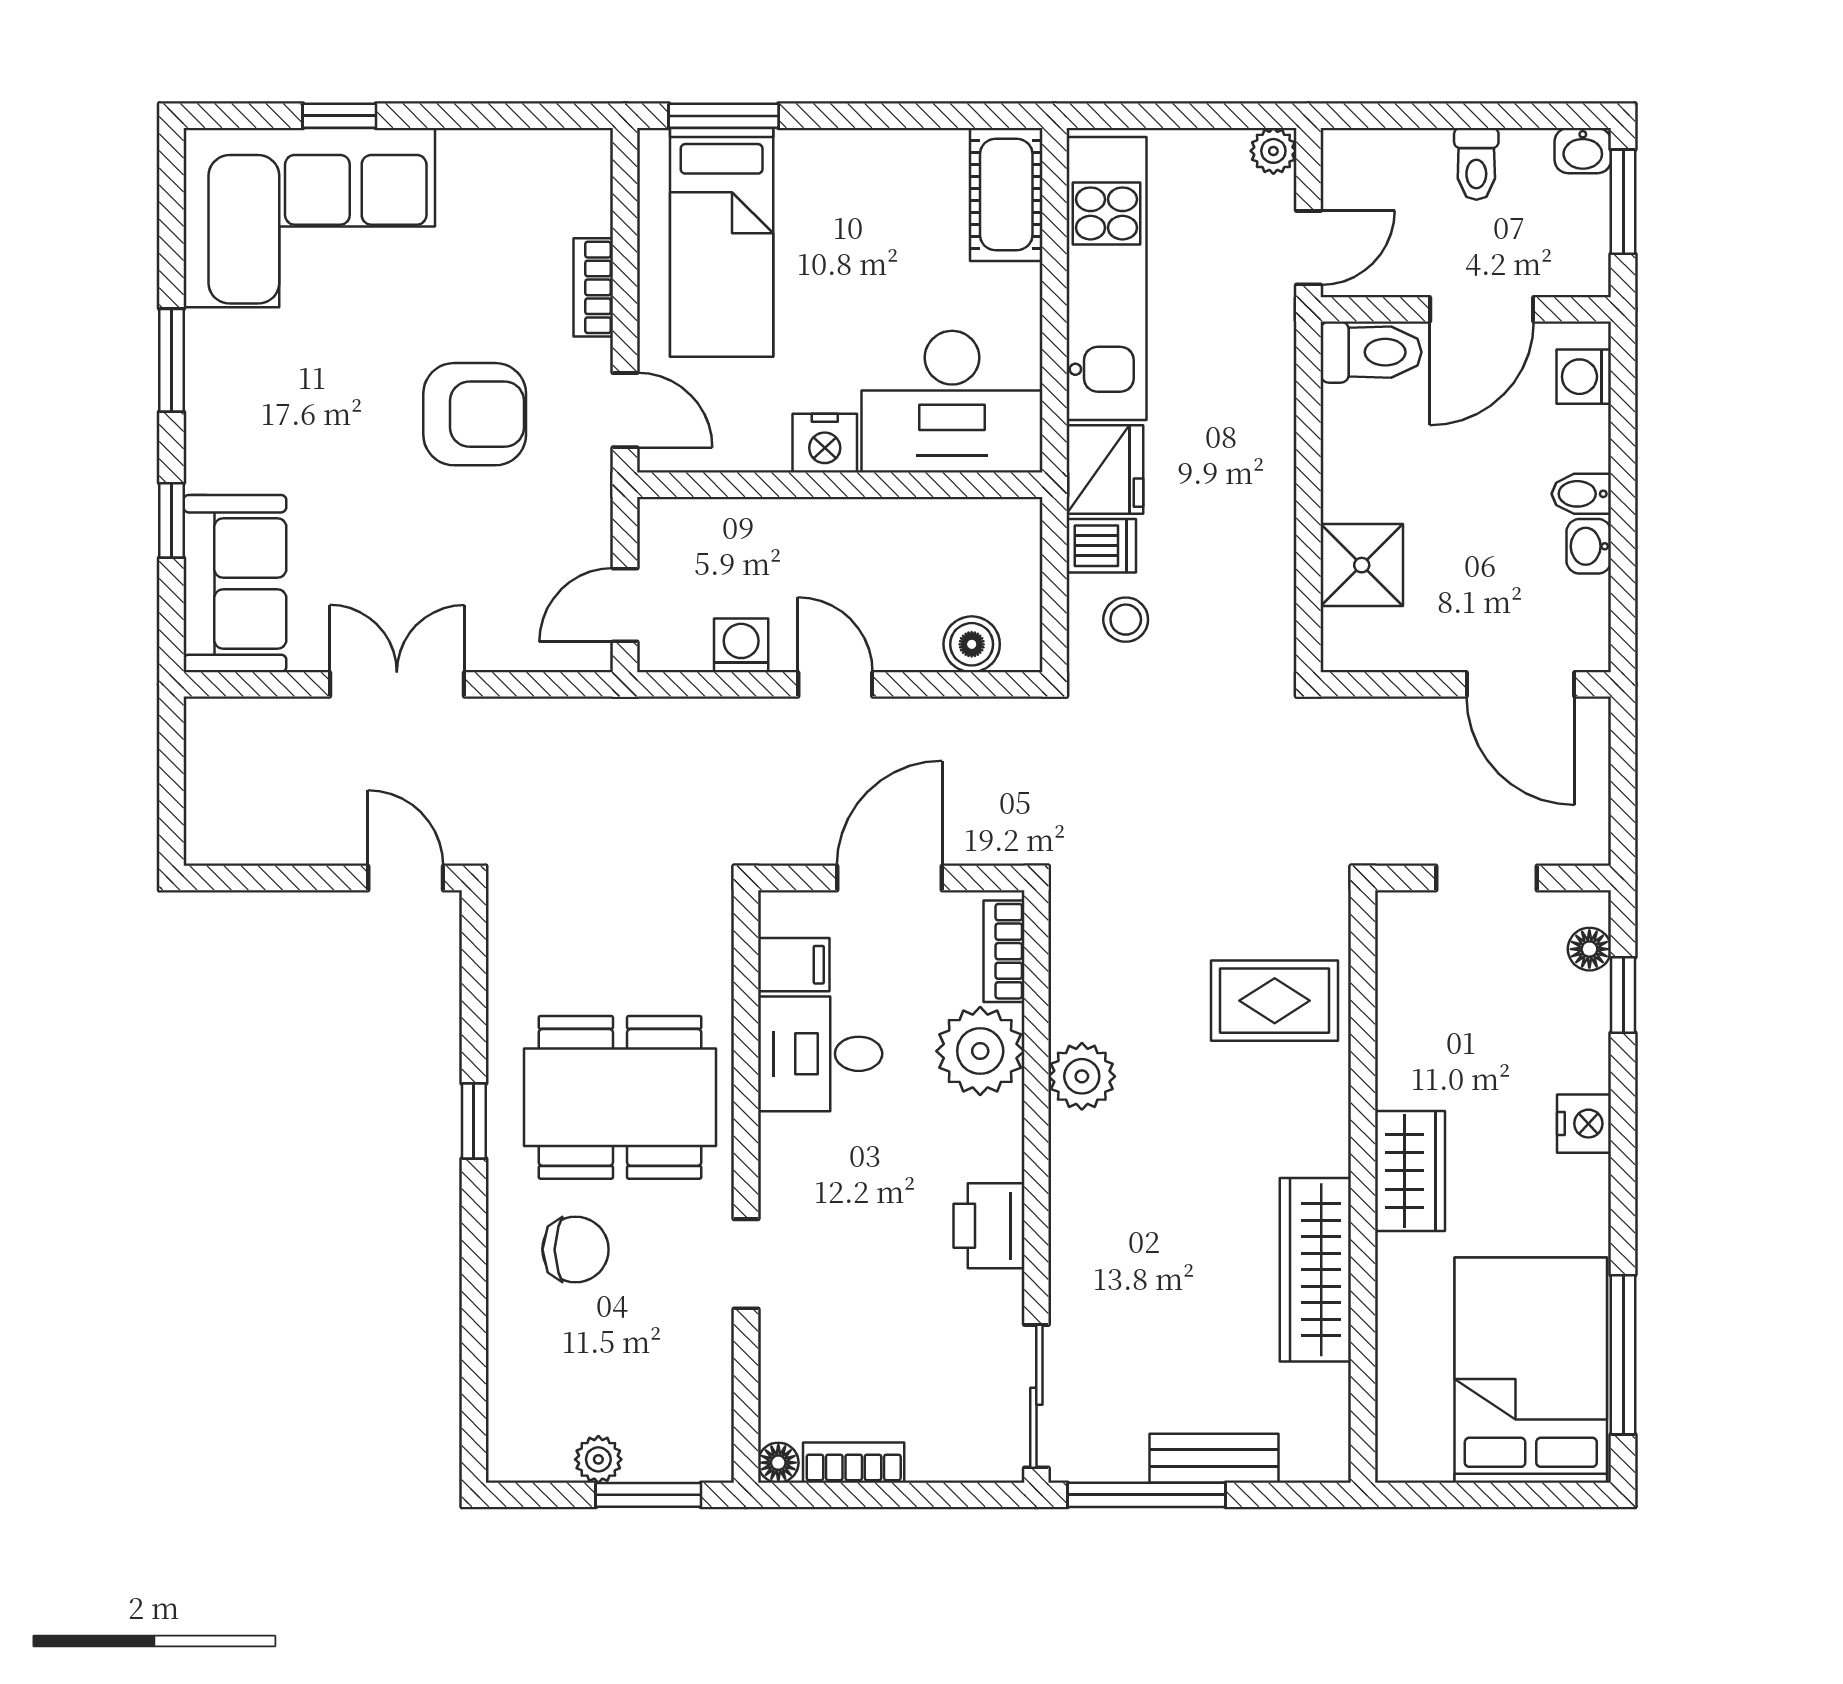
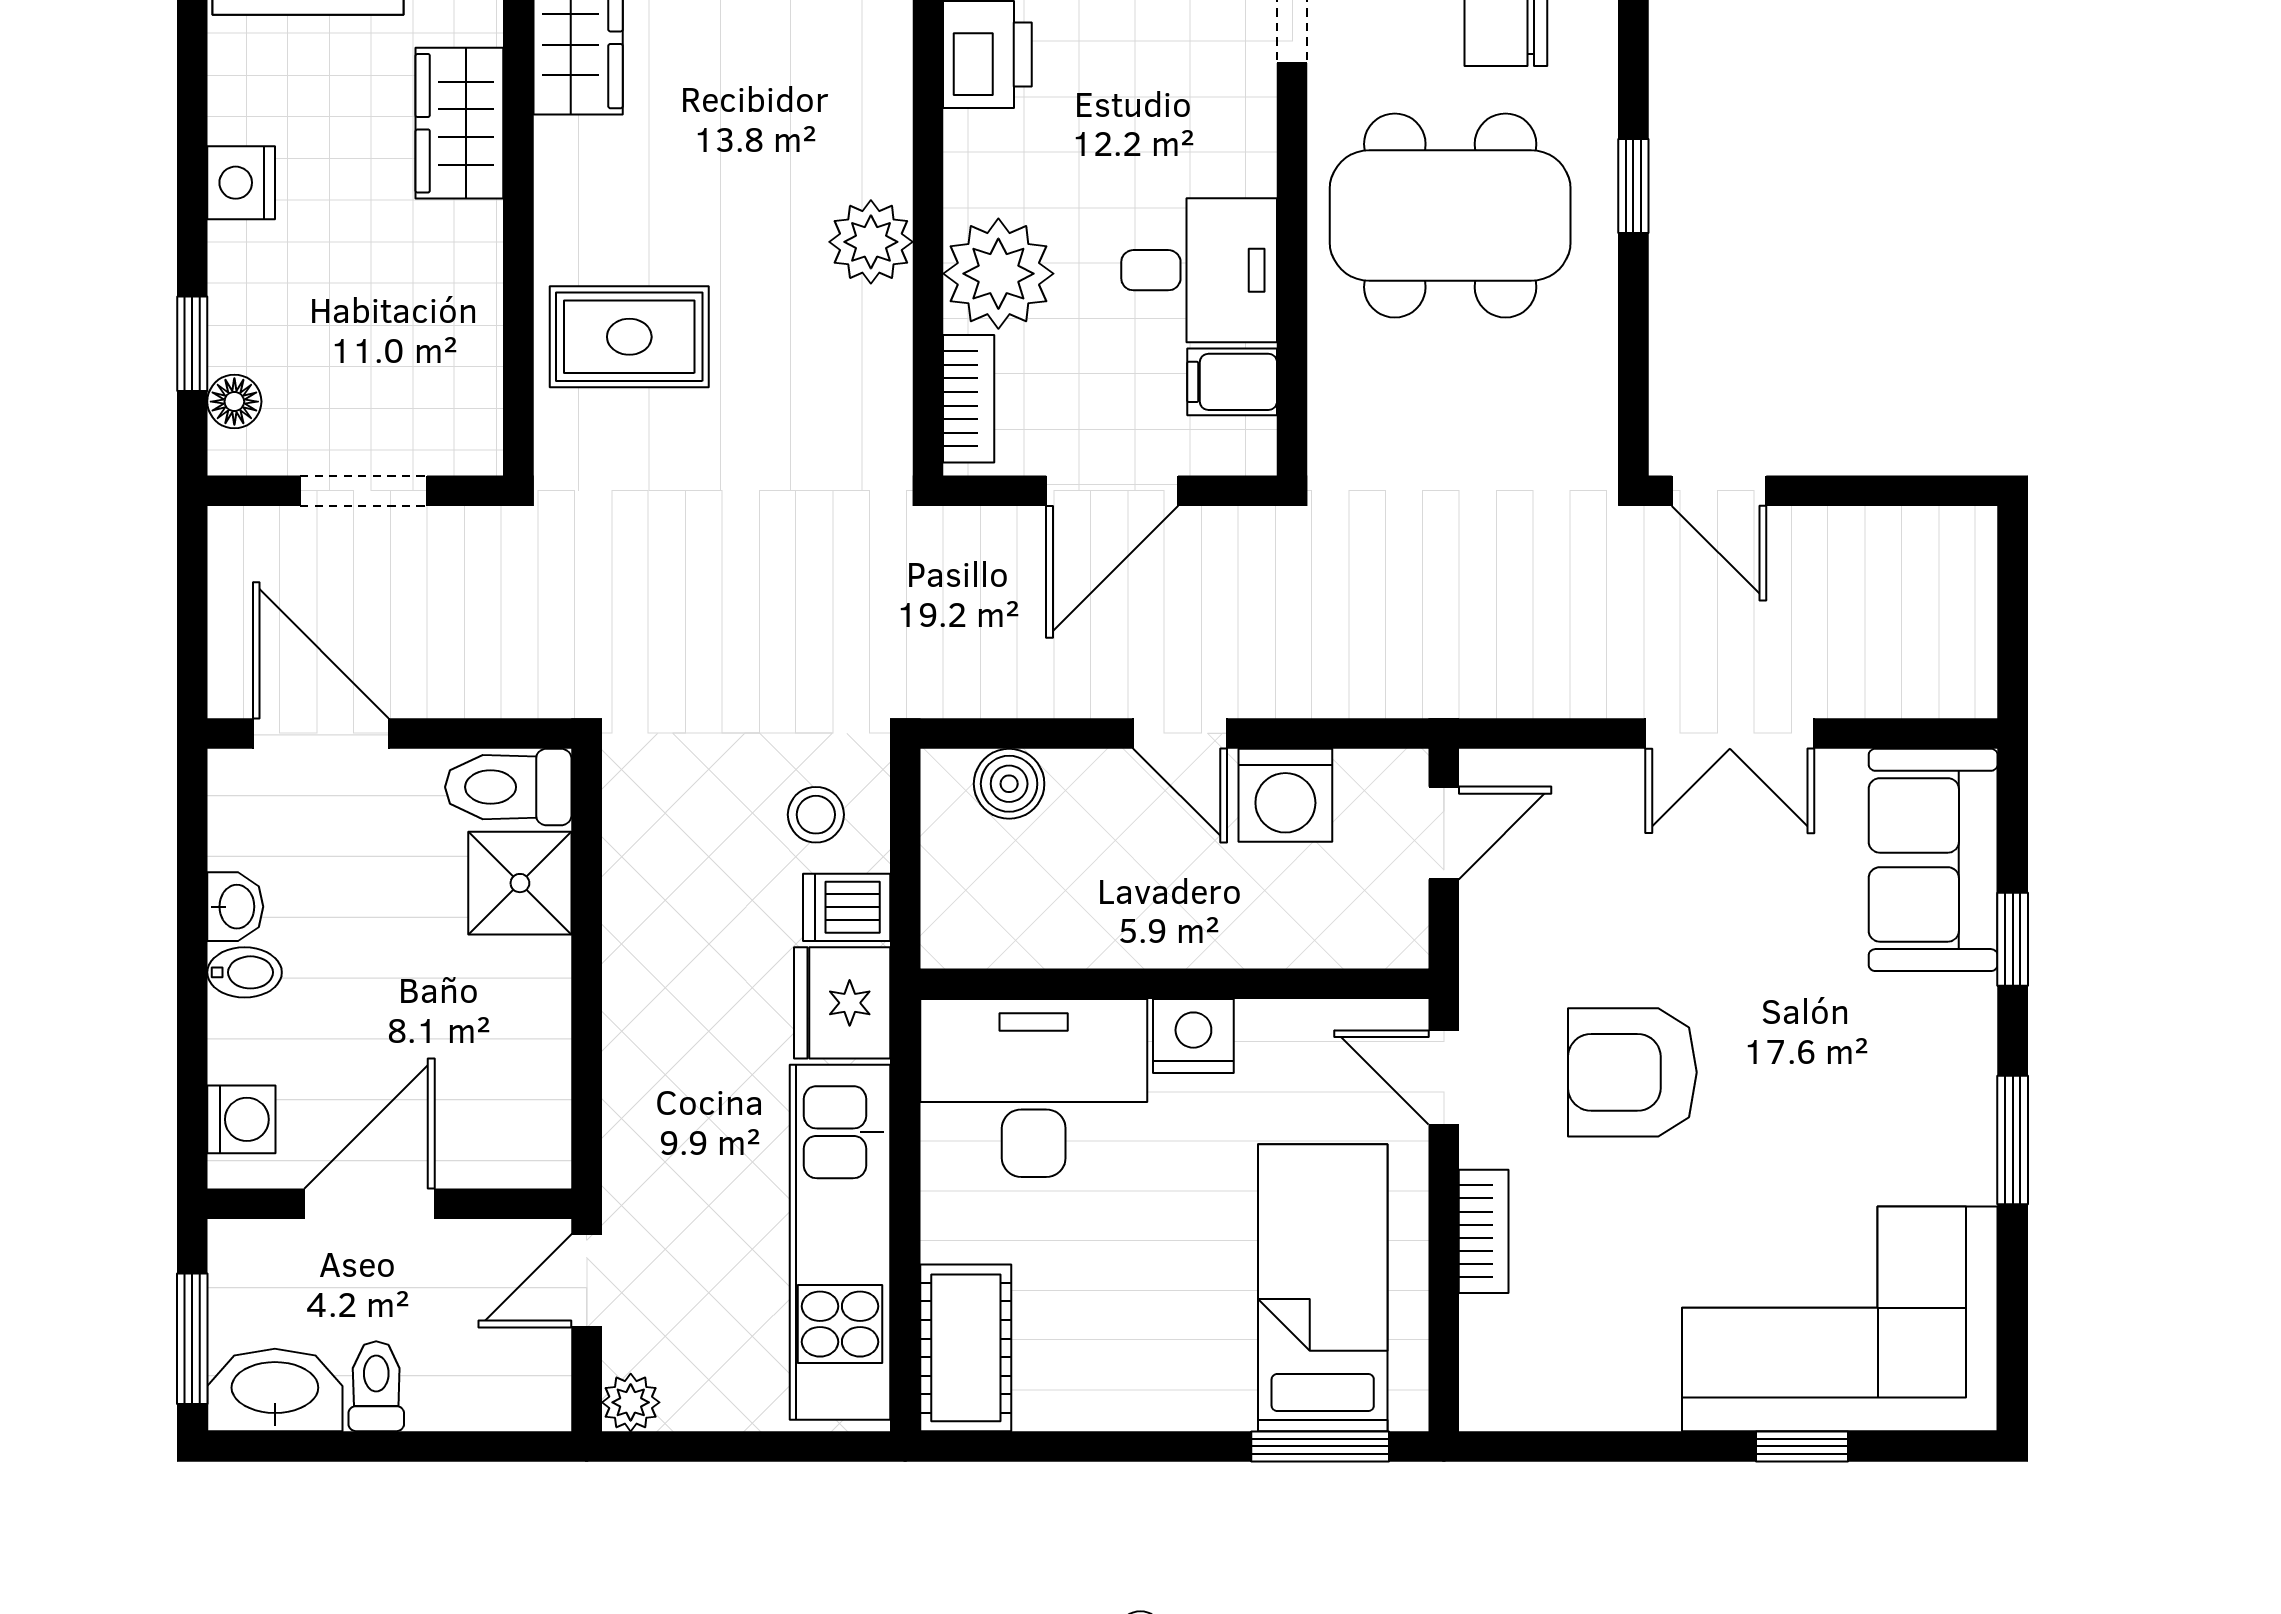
washbasin: (1583, 151) -> (275, 1390), width x1.91, depth x1.45
toilet: (1371, 352) -> (508, 787), moved
washing machine: (741, 645) -> (1285, 795), width x1.38, depth x1.38

